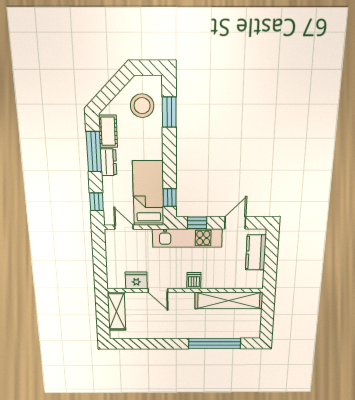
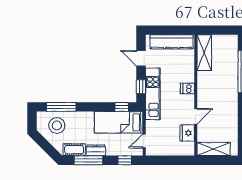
window: (169, 112) -> (61, 107), width x1.44
kitchen counter: (256, 252) -> (172, 42), width x1.50
shelving: (229, 300) -> (204, 53), width x0.68

